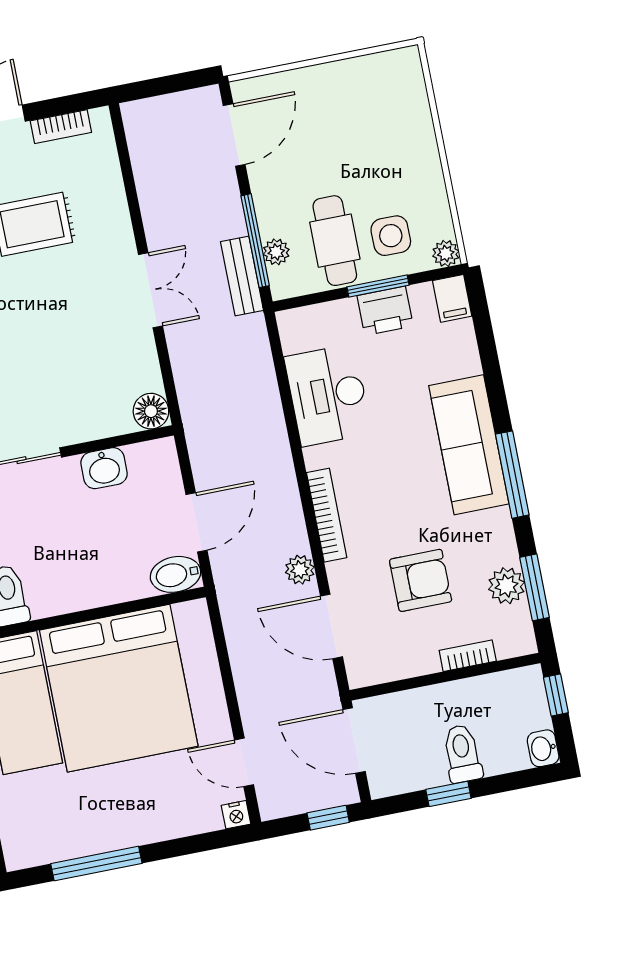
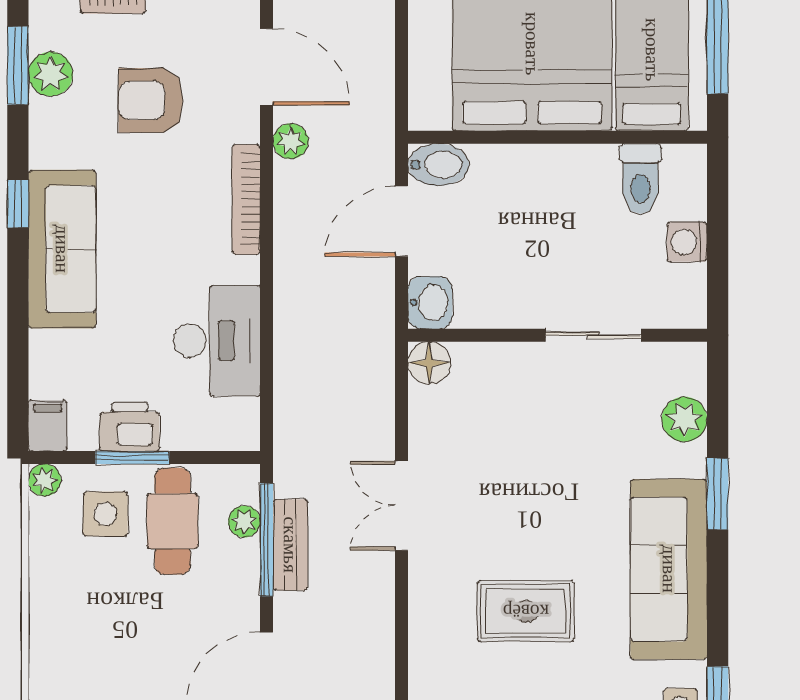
bench: (242, 276) -> (290, 545), moved
washbasin: (104, 468) -> (430, 303), moved, turned 90
window: (512, 475) -> (18, 204), width x0.46

